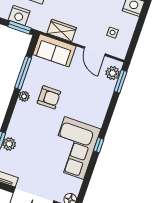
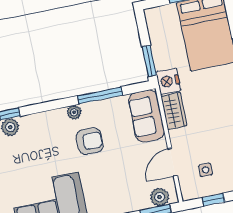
nightstand: (19, 16) -> (168, 81), moved
window: (135, 39) -> (213, 200), added
armchair: (49, 97) -> (90, 141), turned -90

